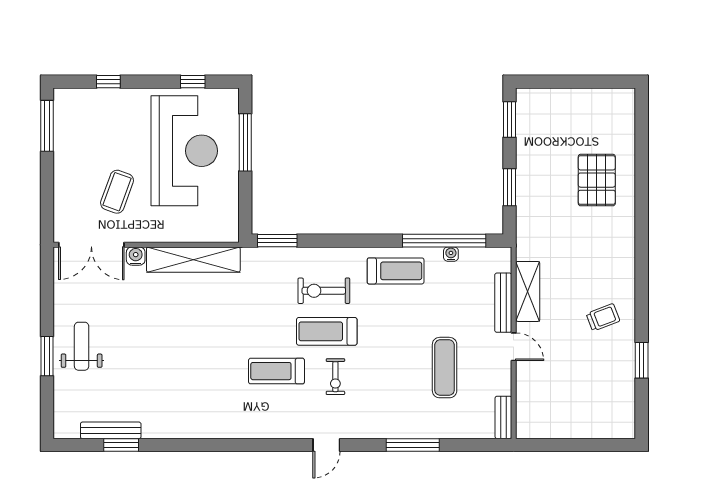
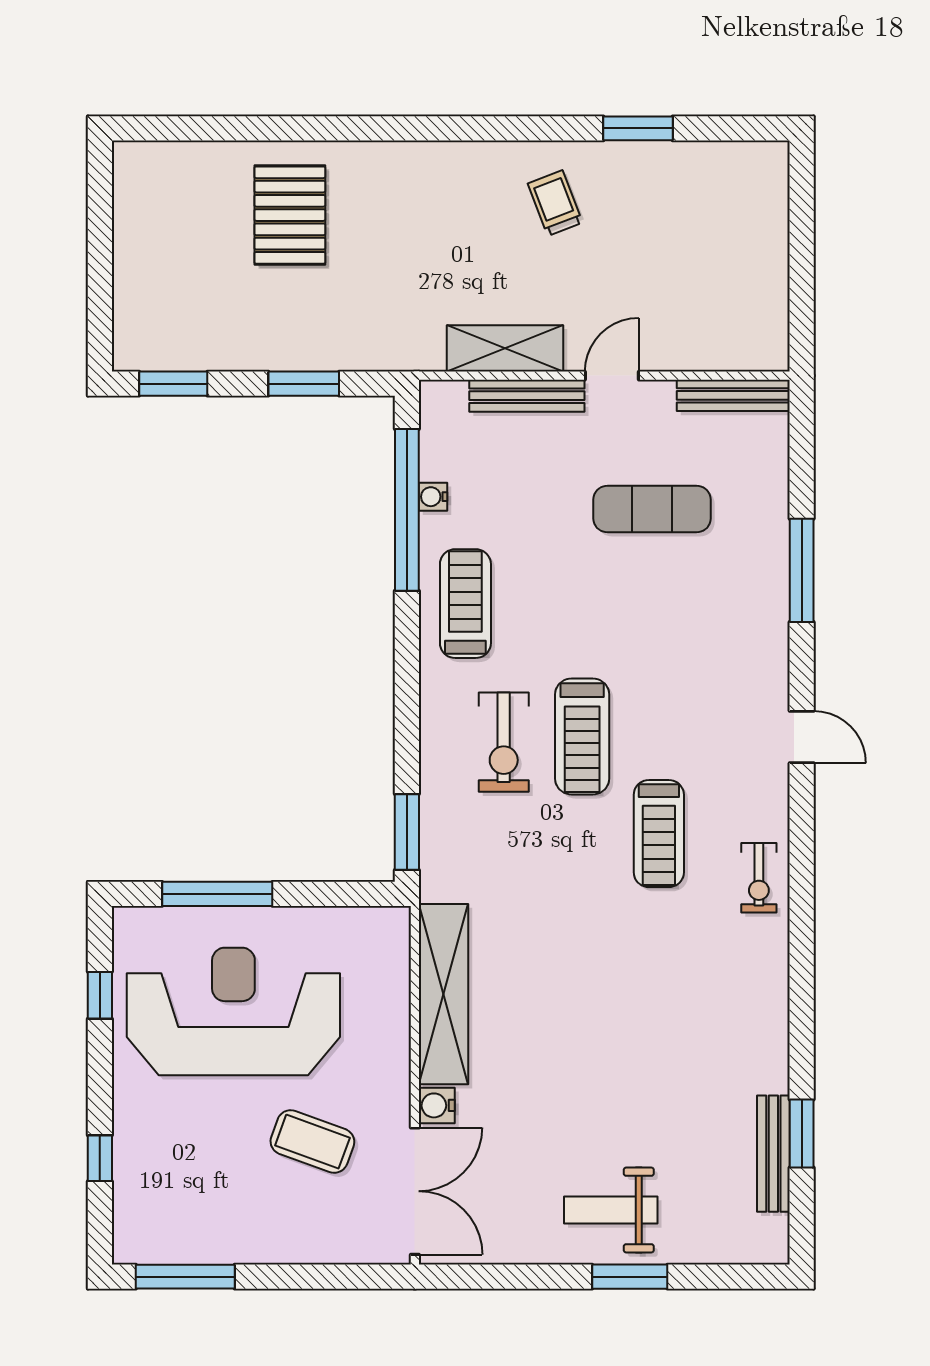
pallet: (597, 180) -> (290, 215), turned 90
exercise bike: (335, 377) -> (759, 878), moved, turned 90
bench: (503, 417) -> (733, 395), width x1.36

